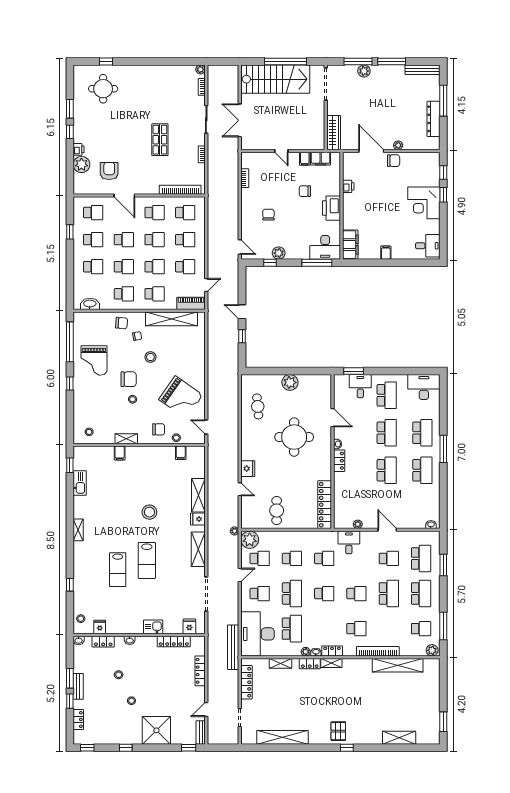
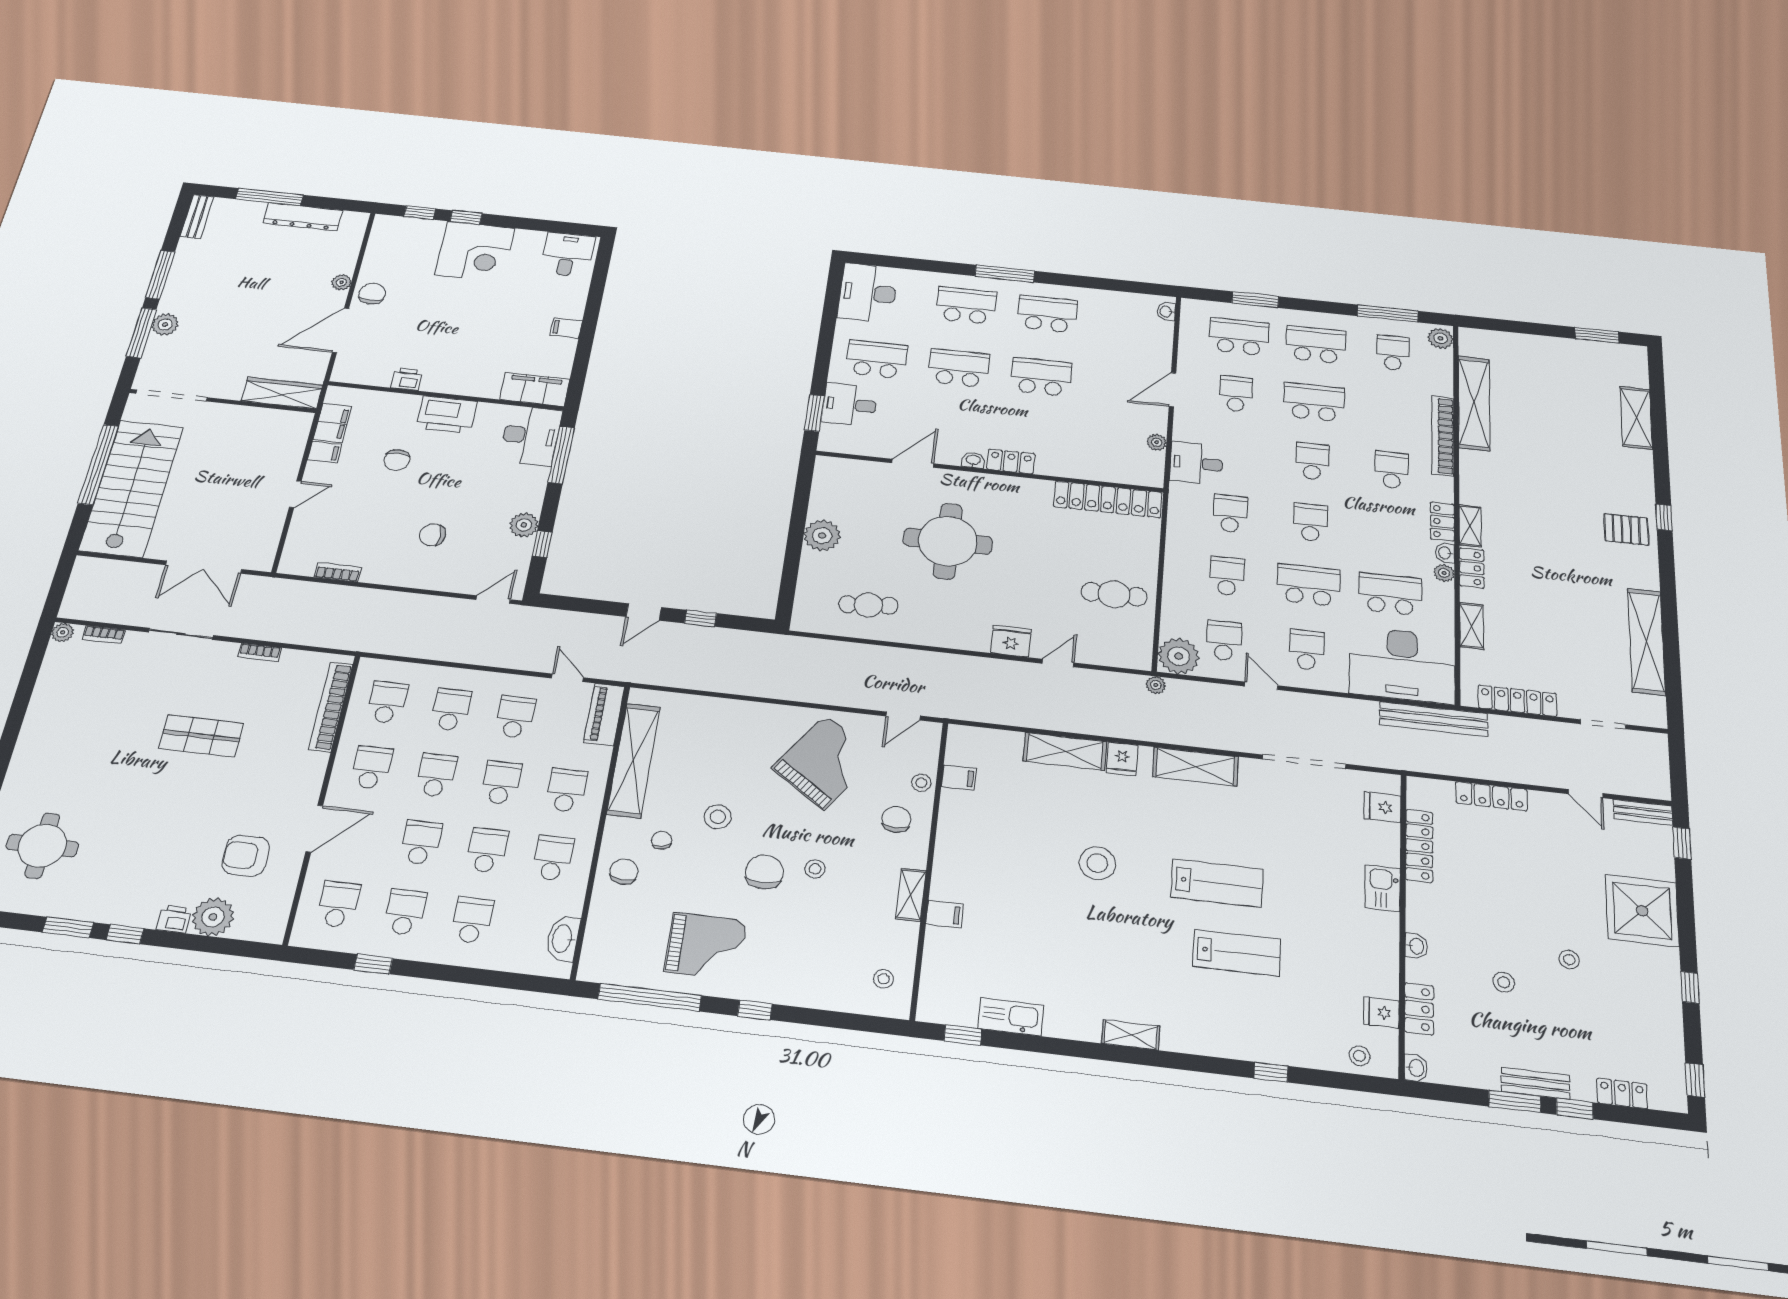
bench: (423, 70) -> (197, 217), width x0.73

